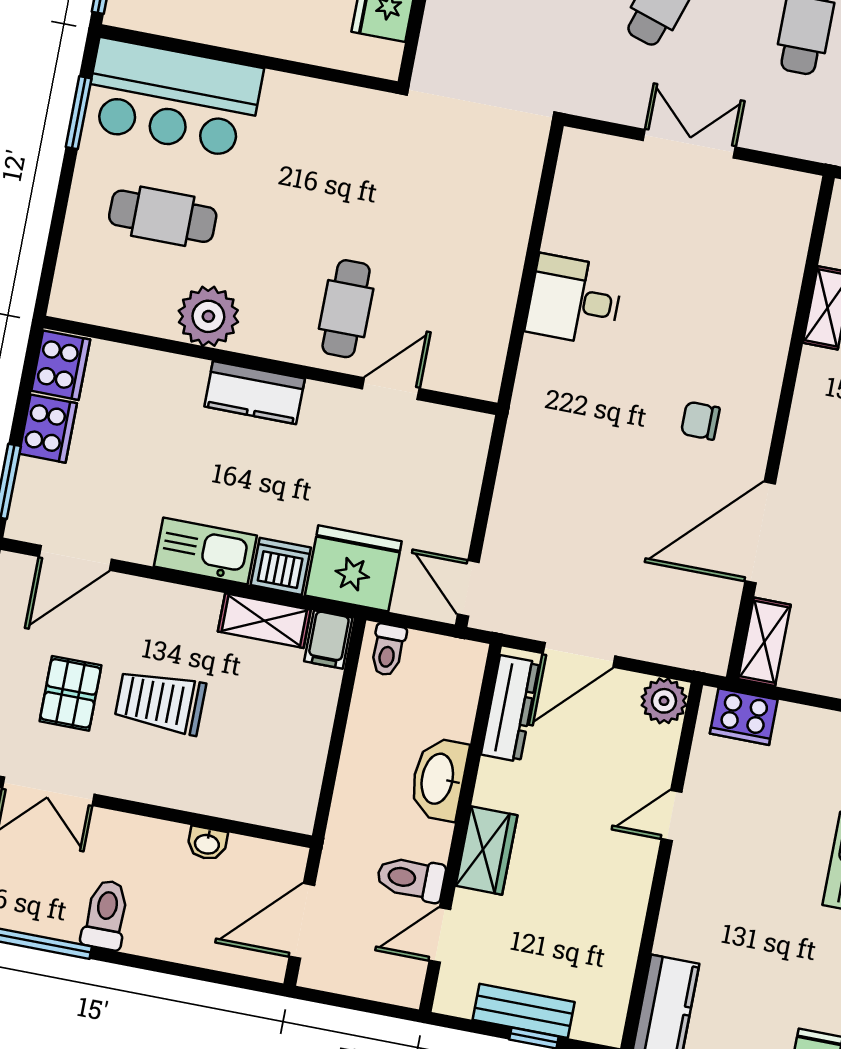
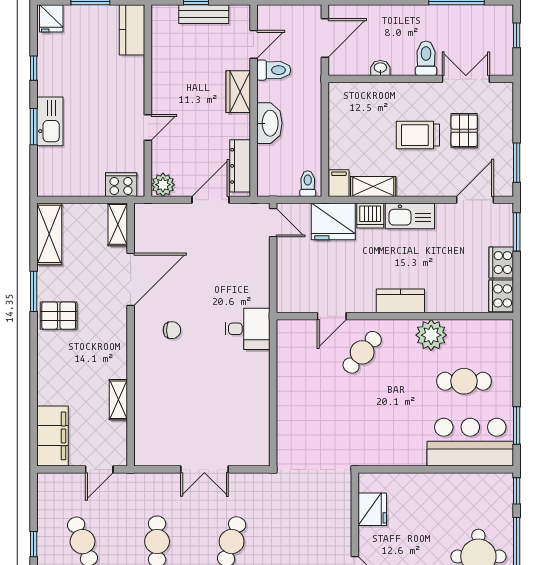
desk: (574, 300) -> (247, 329), moved
cafe table: (346, 309) -> (362, 352), turned 40
trolley: (160, 702) -> (418, 135), turned 180
toilet: (106, 915) -> (426, 58), moved, turned 180

